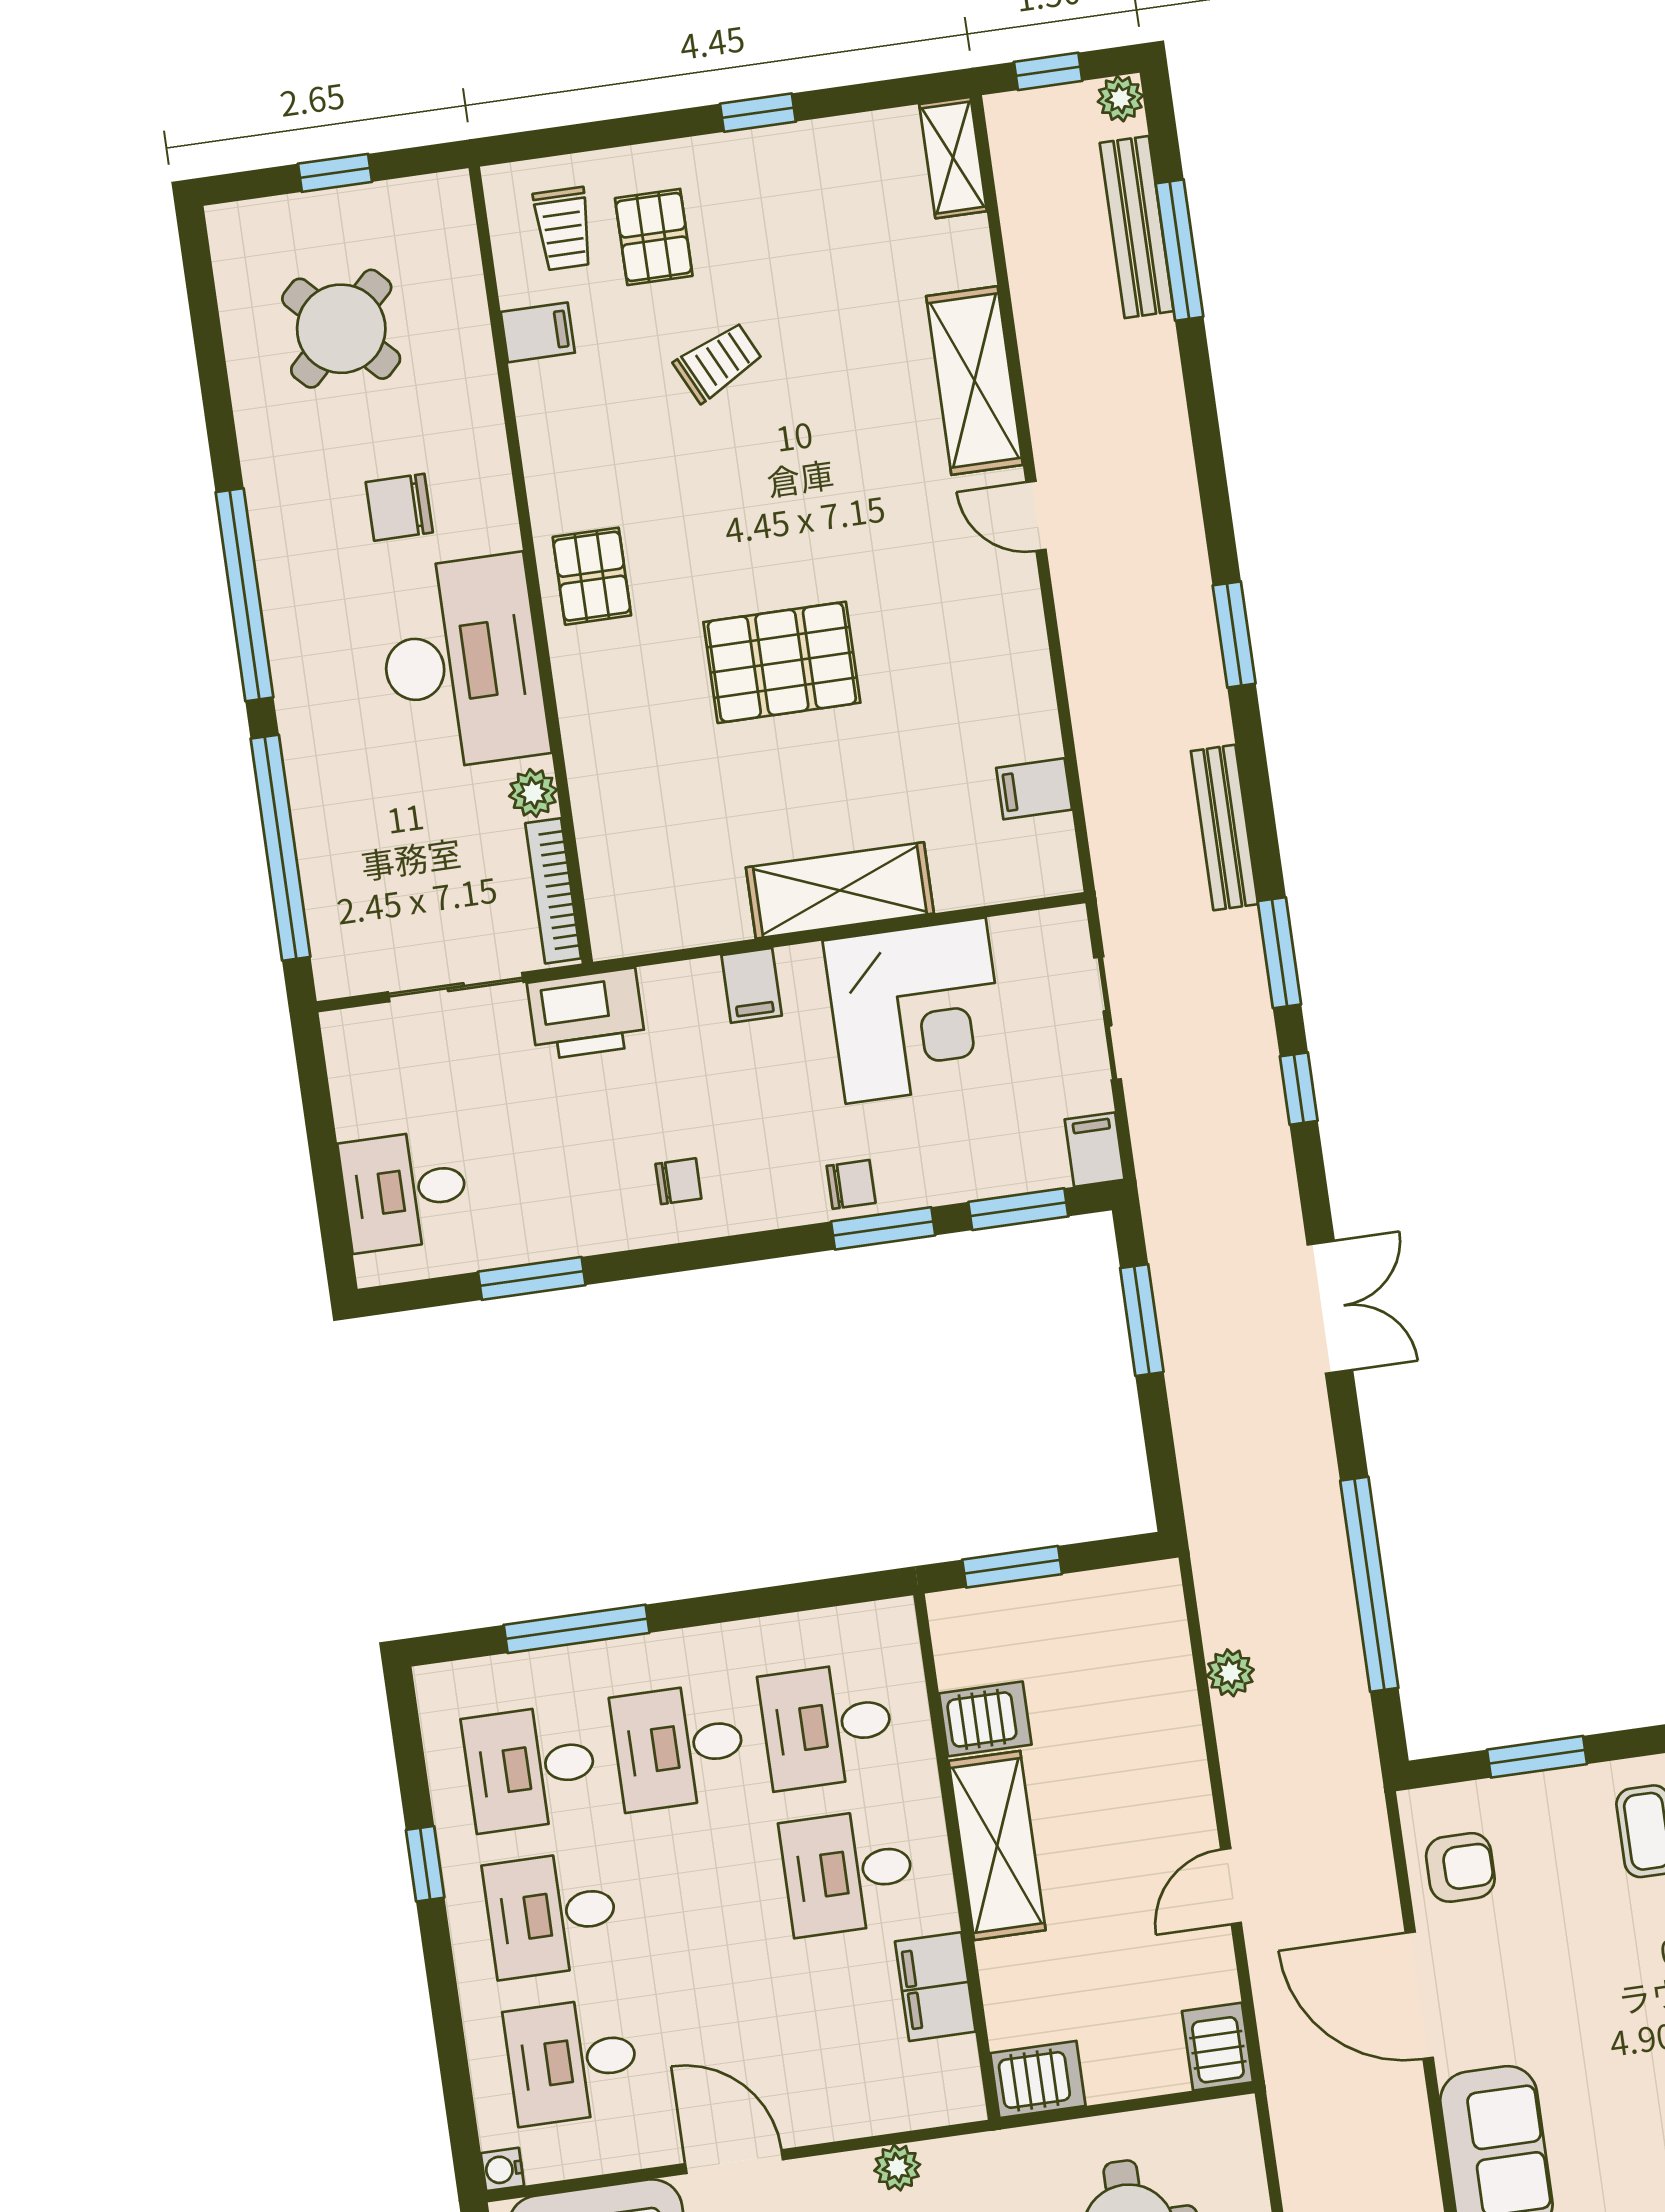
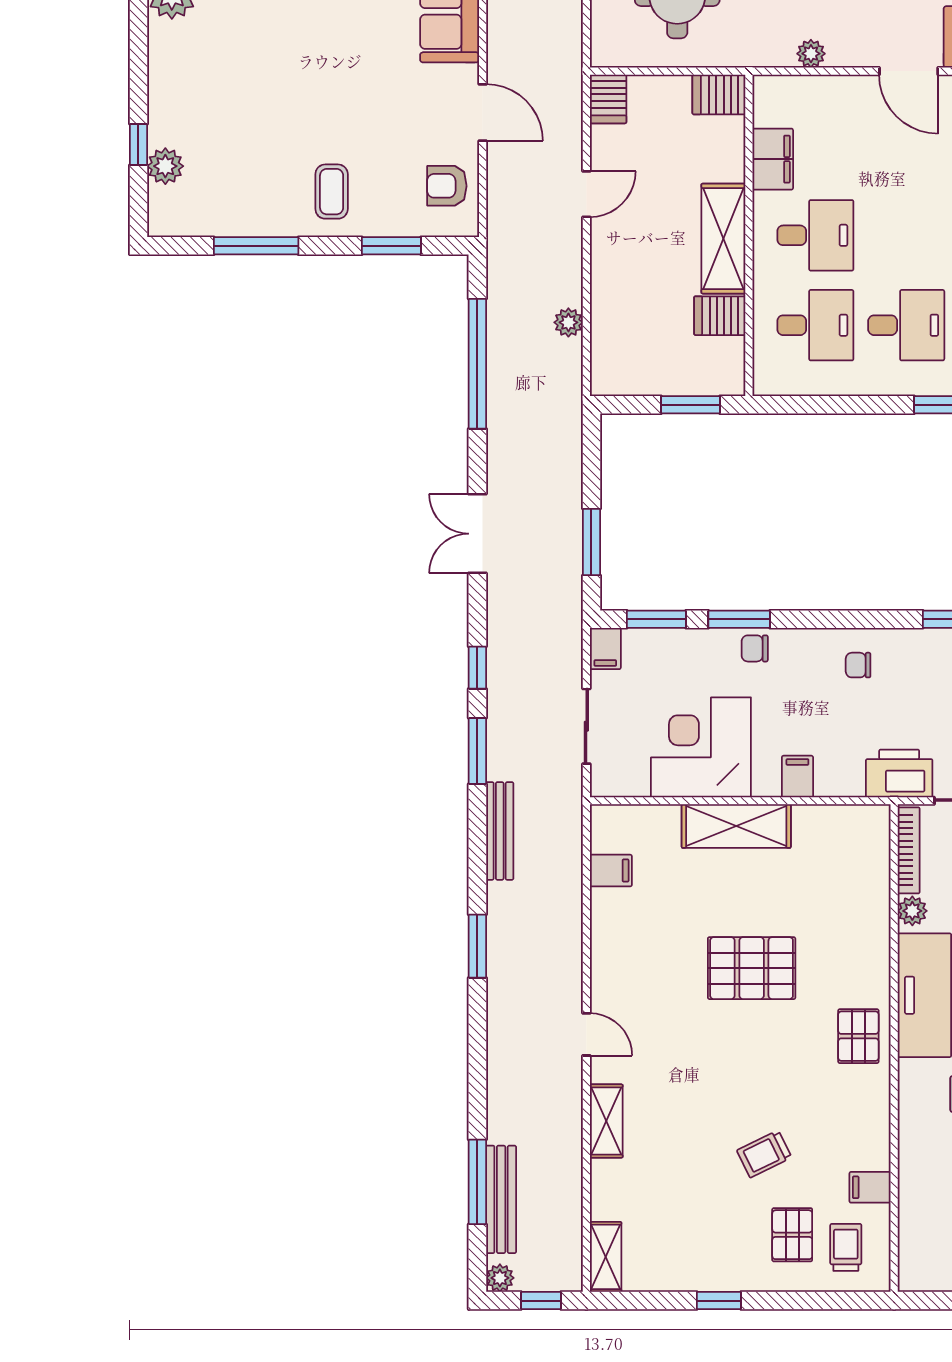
shelving: (974, 380) -> (606, 1121), width x0.67, depth x0.75
door: (1419, 1995) -> (483, 112), width x0.73

